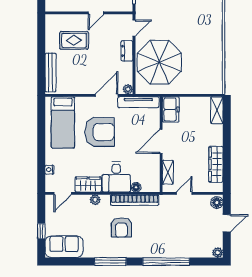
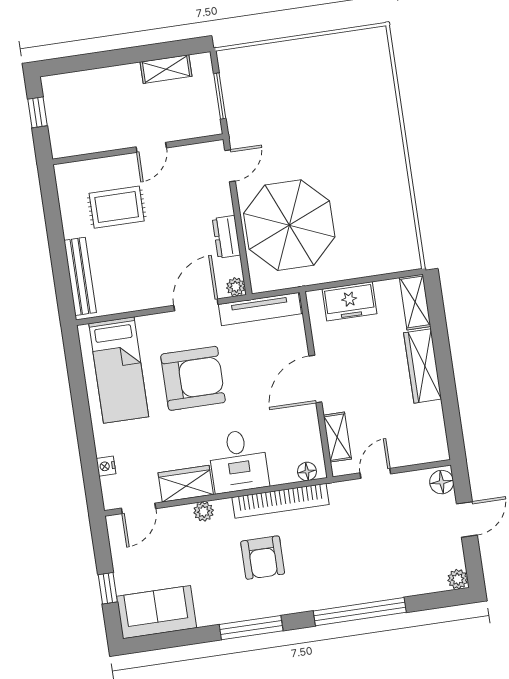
dresser: (127, 51) -> (226, 237), moved
freezer: (171, 109) -> (350, 301), moved, turned 90
wardrobe: (216, 164) -> (423, 366), moved
floor lamp: (136, 187) -> (307, 471), moved

